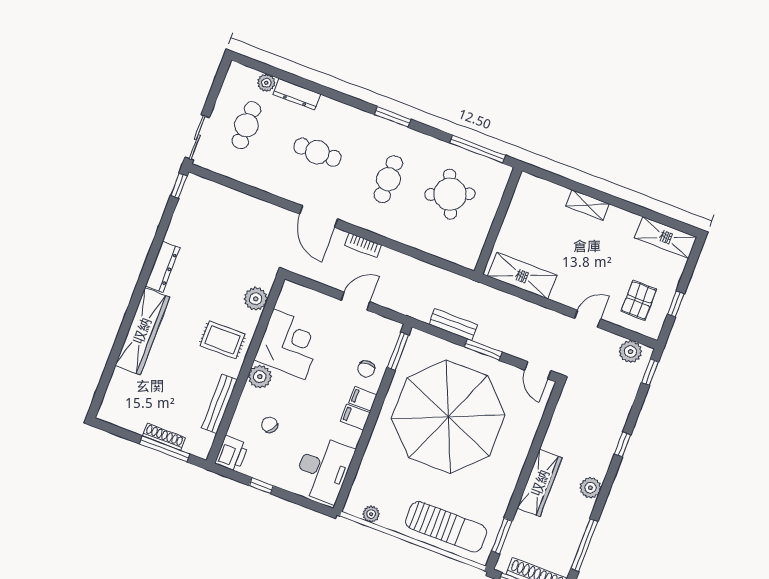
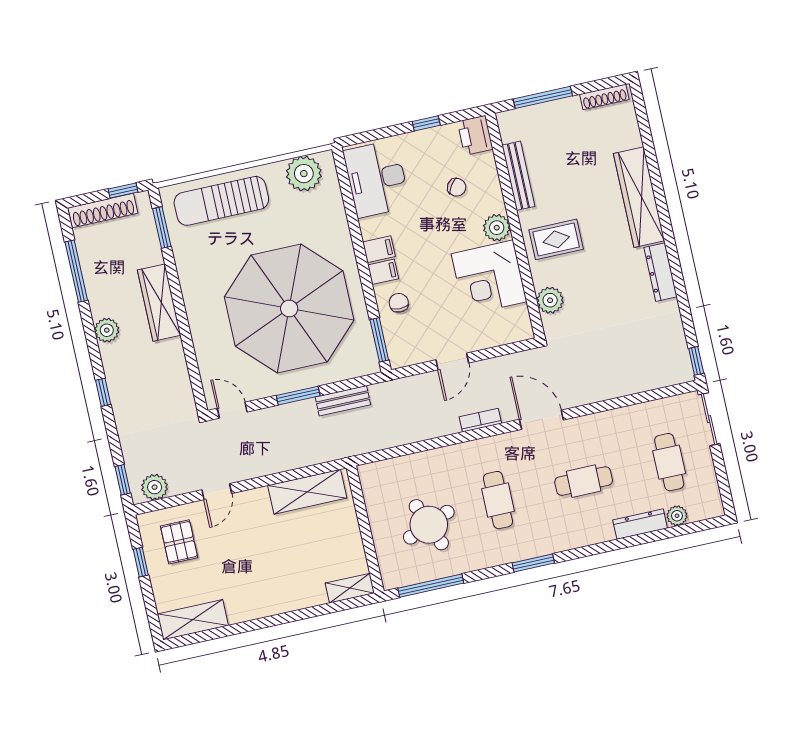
shelving: (588, 205) -> (350, 588), moved
shoe rack: (164, 437) -> (604, 97), moved
plant: (371, 514) -> (304, 174), width x1.87, depth x1.87

